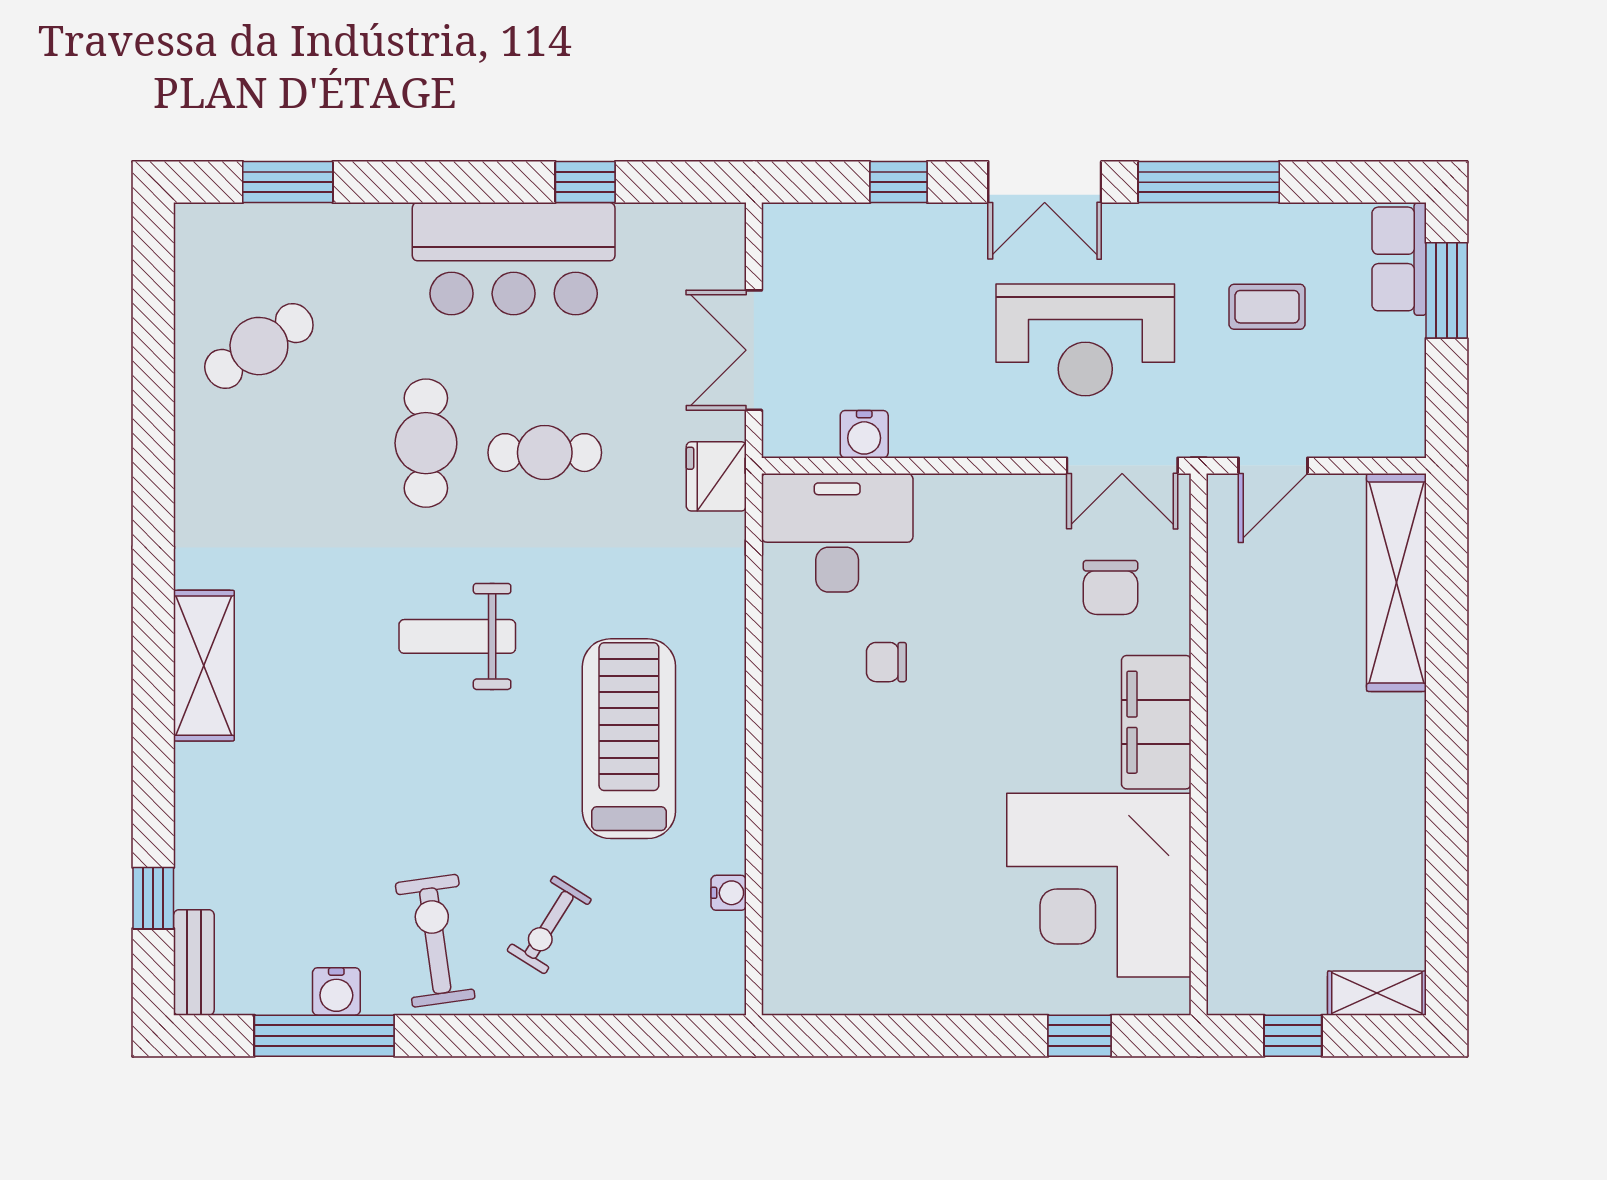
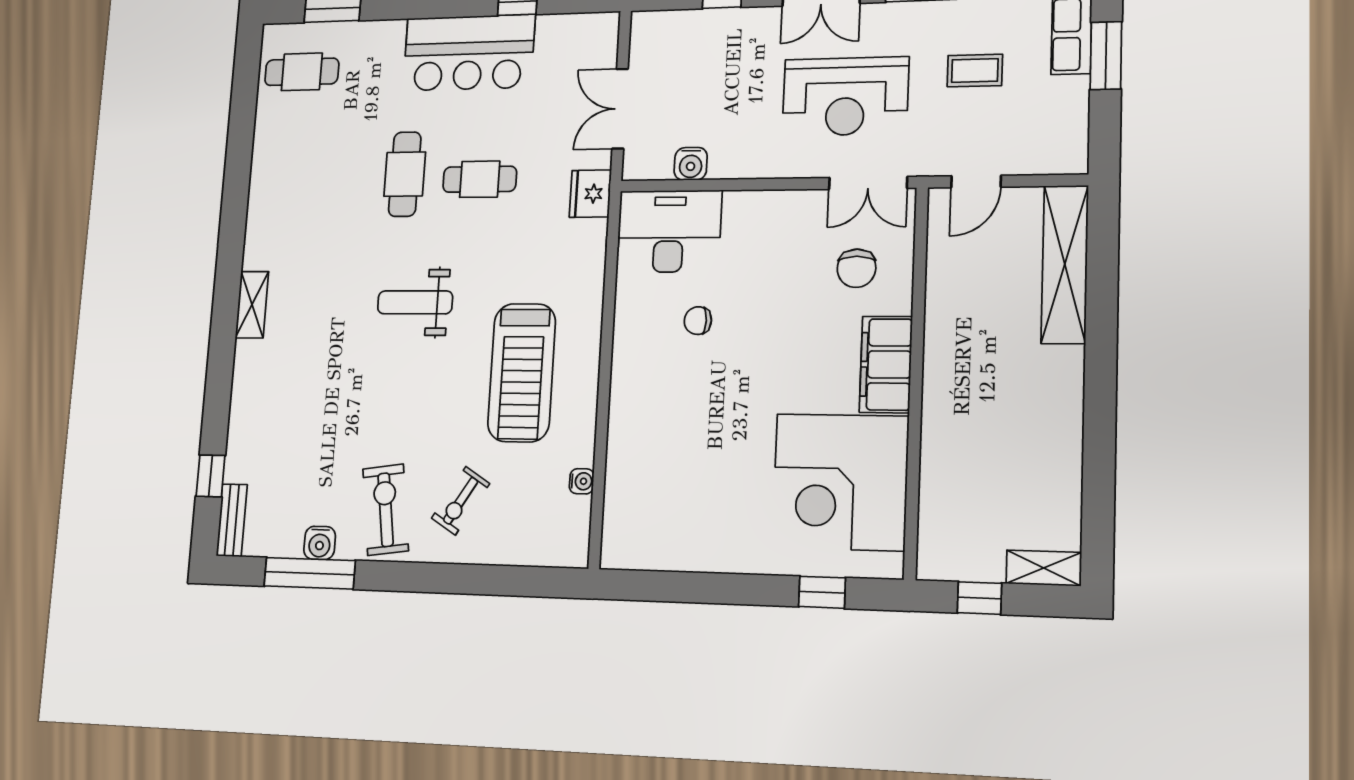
cafe table: (259, 346) -> (302, 72), moved, turned 33
shelving: (204, 666) -> (252, 305), width x0.67, depth x0.75
treadmill: (629, 739) -> (522, 373), turned 180

